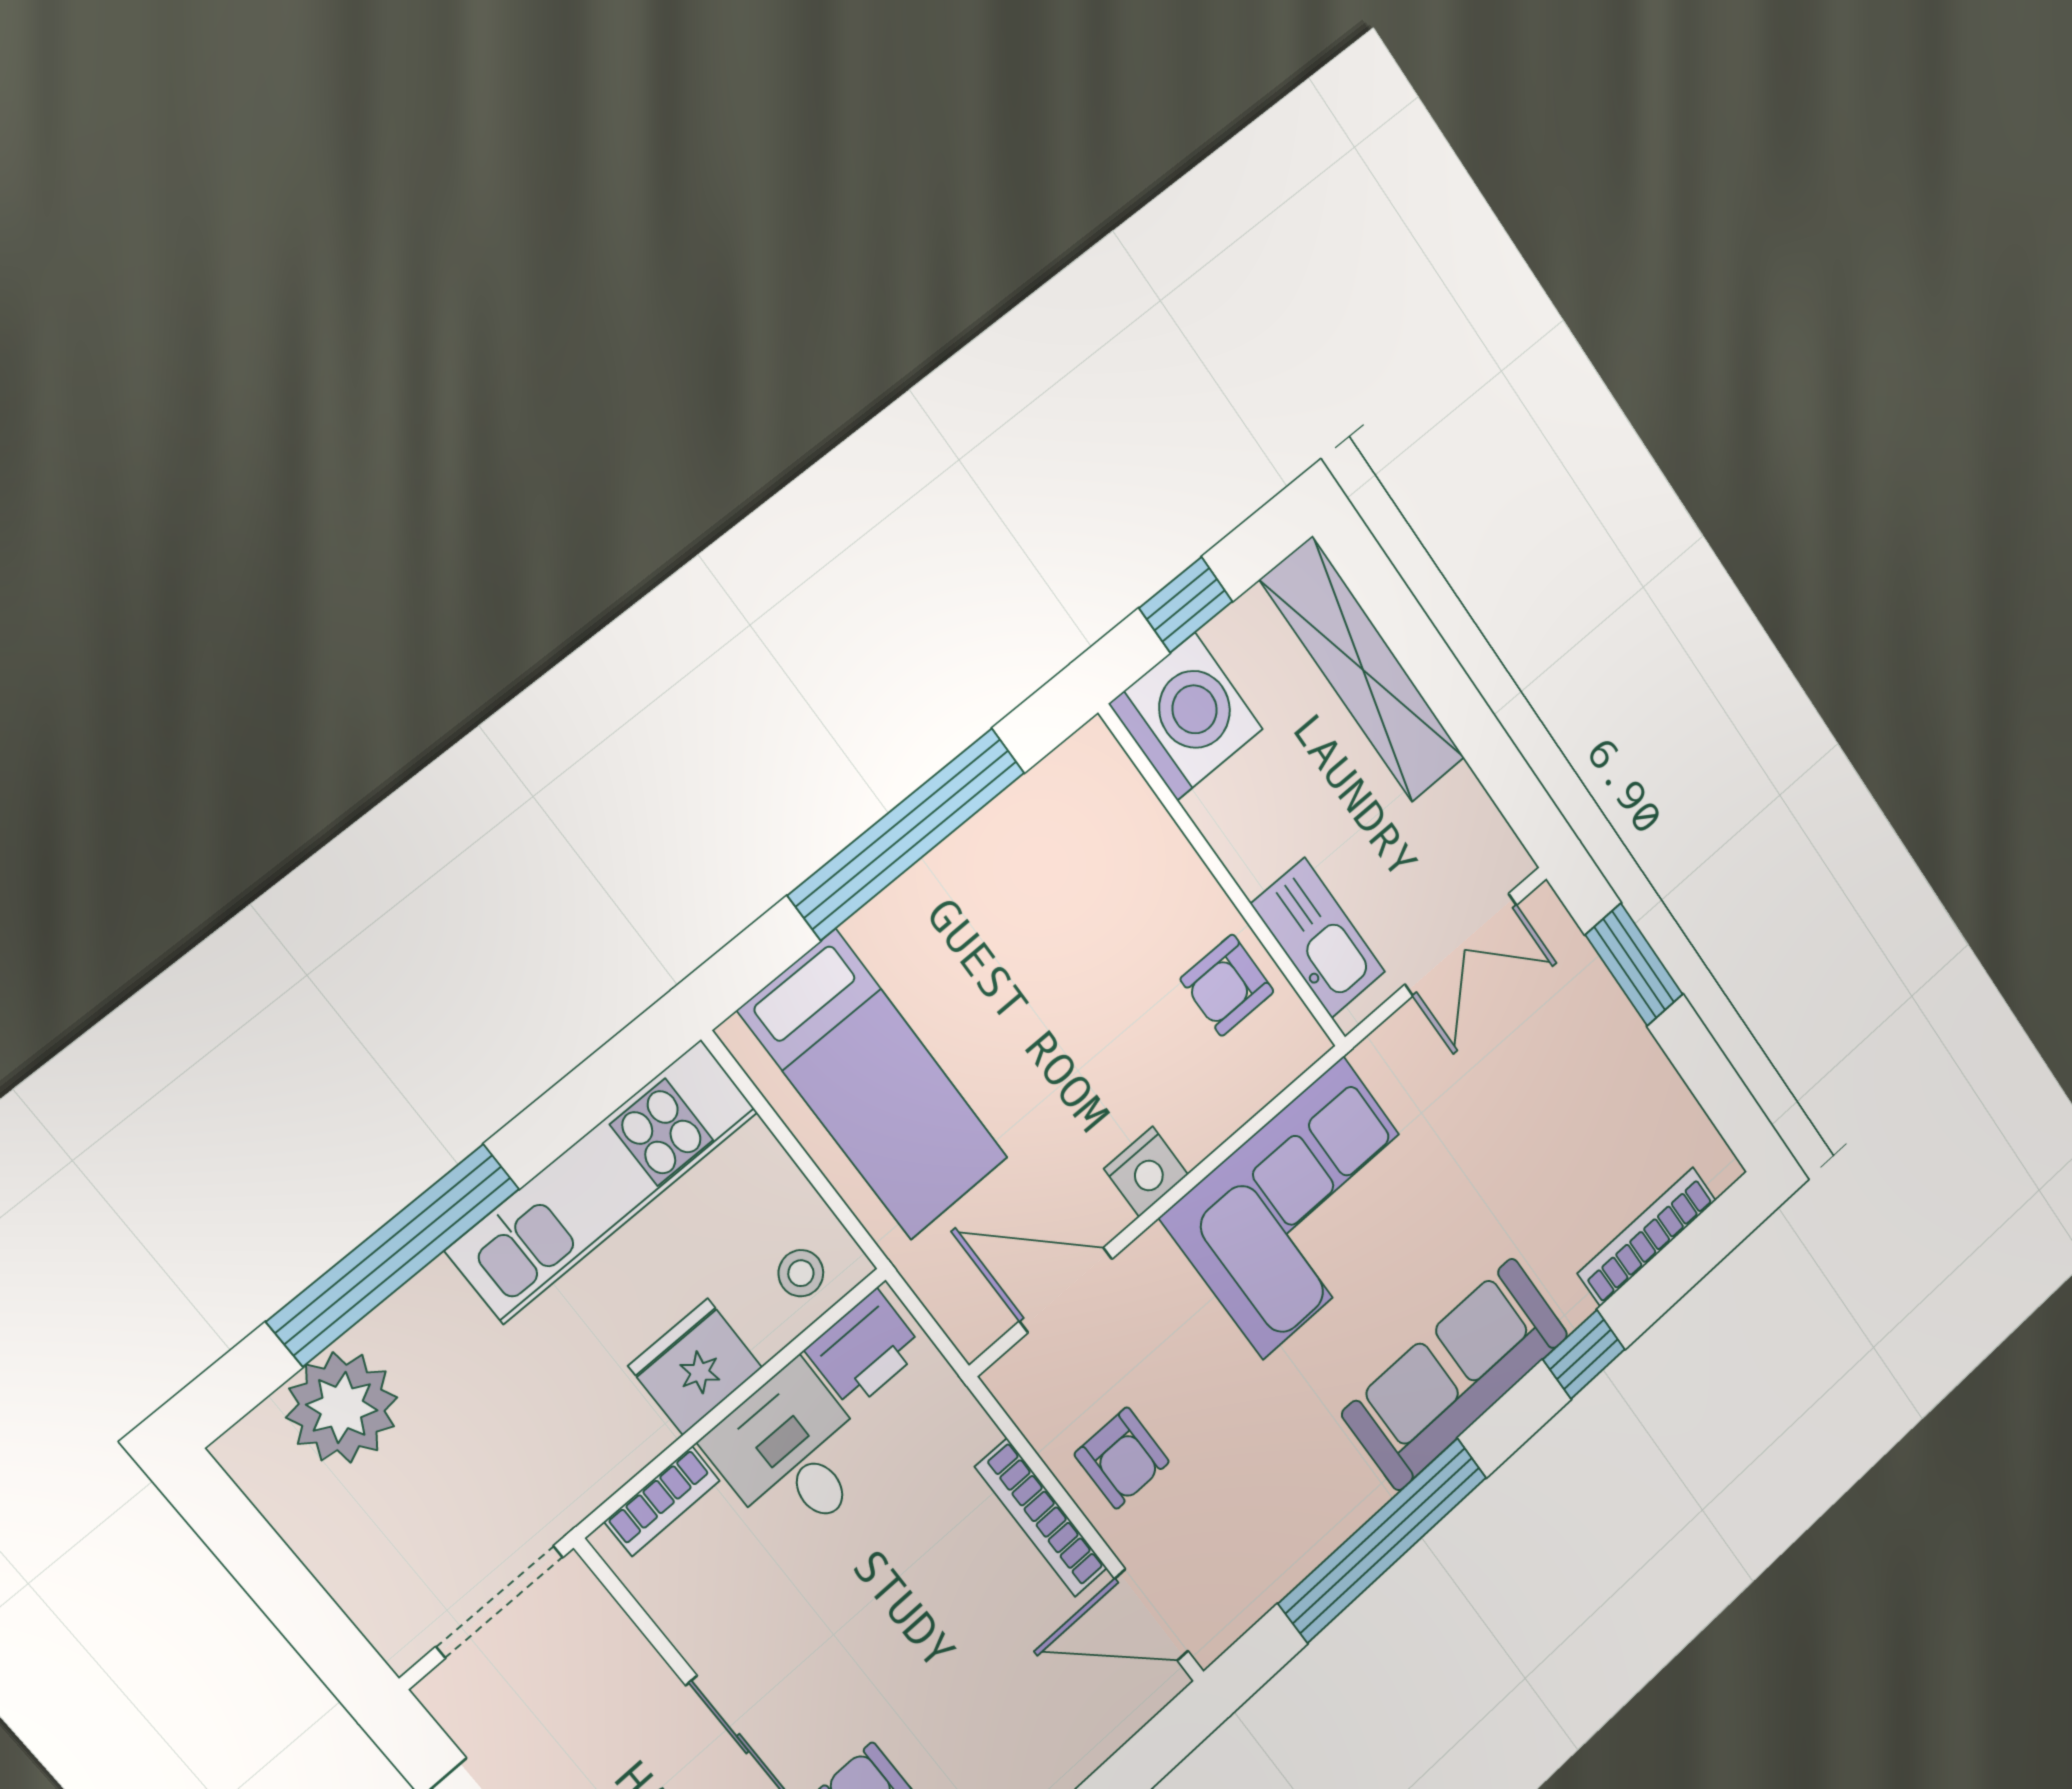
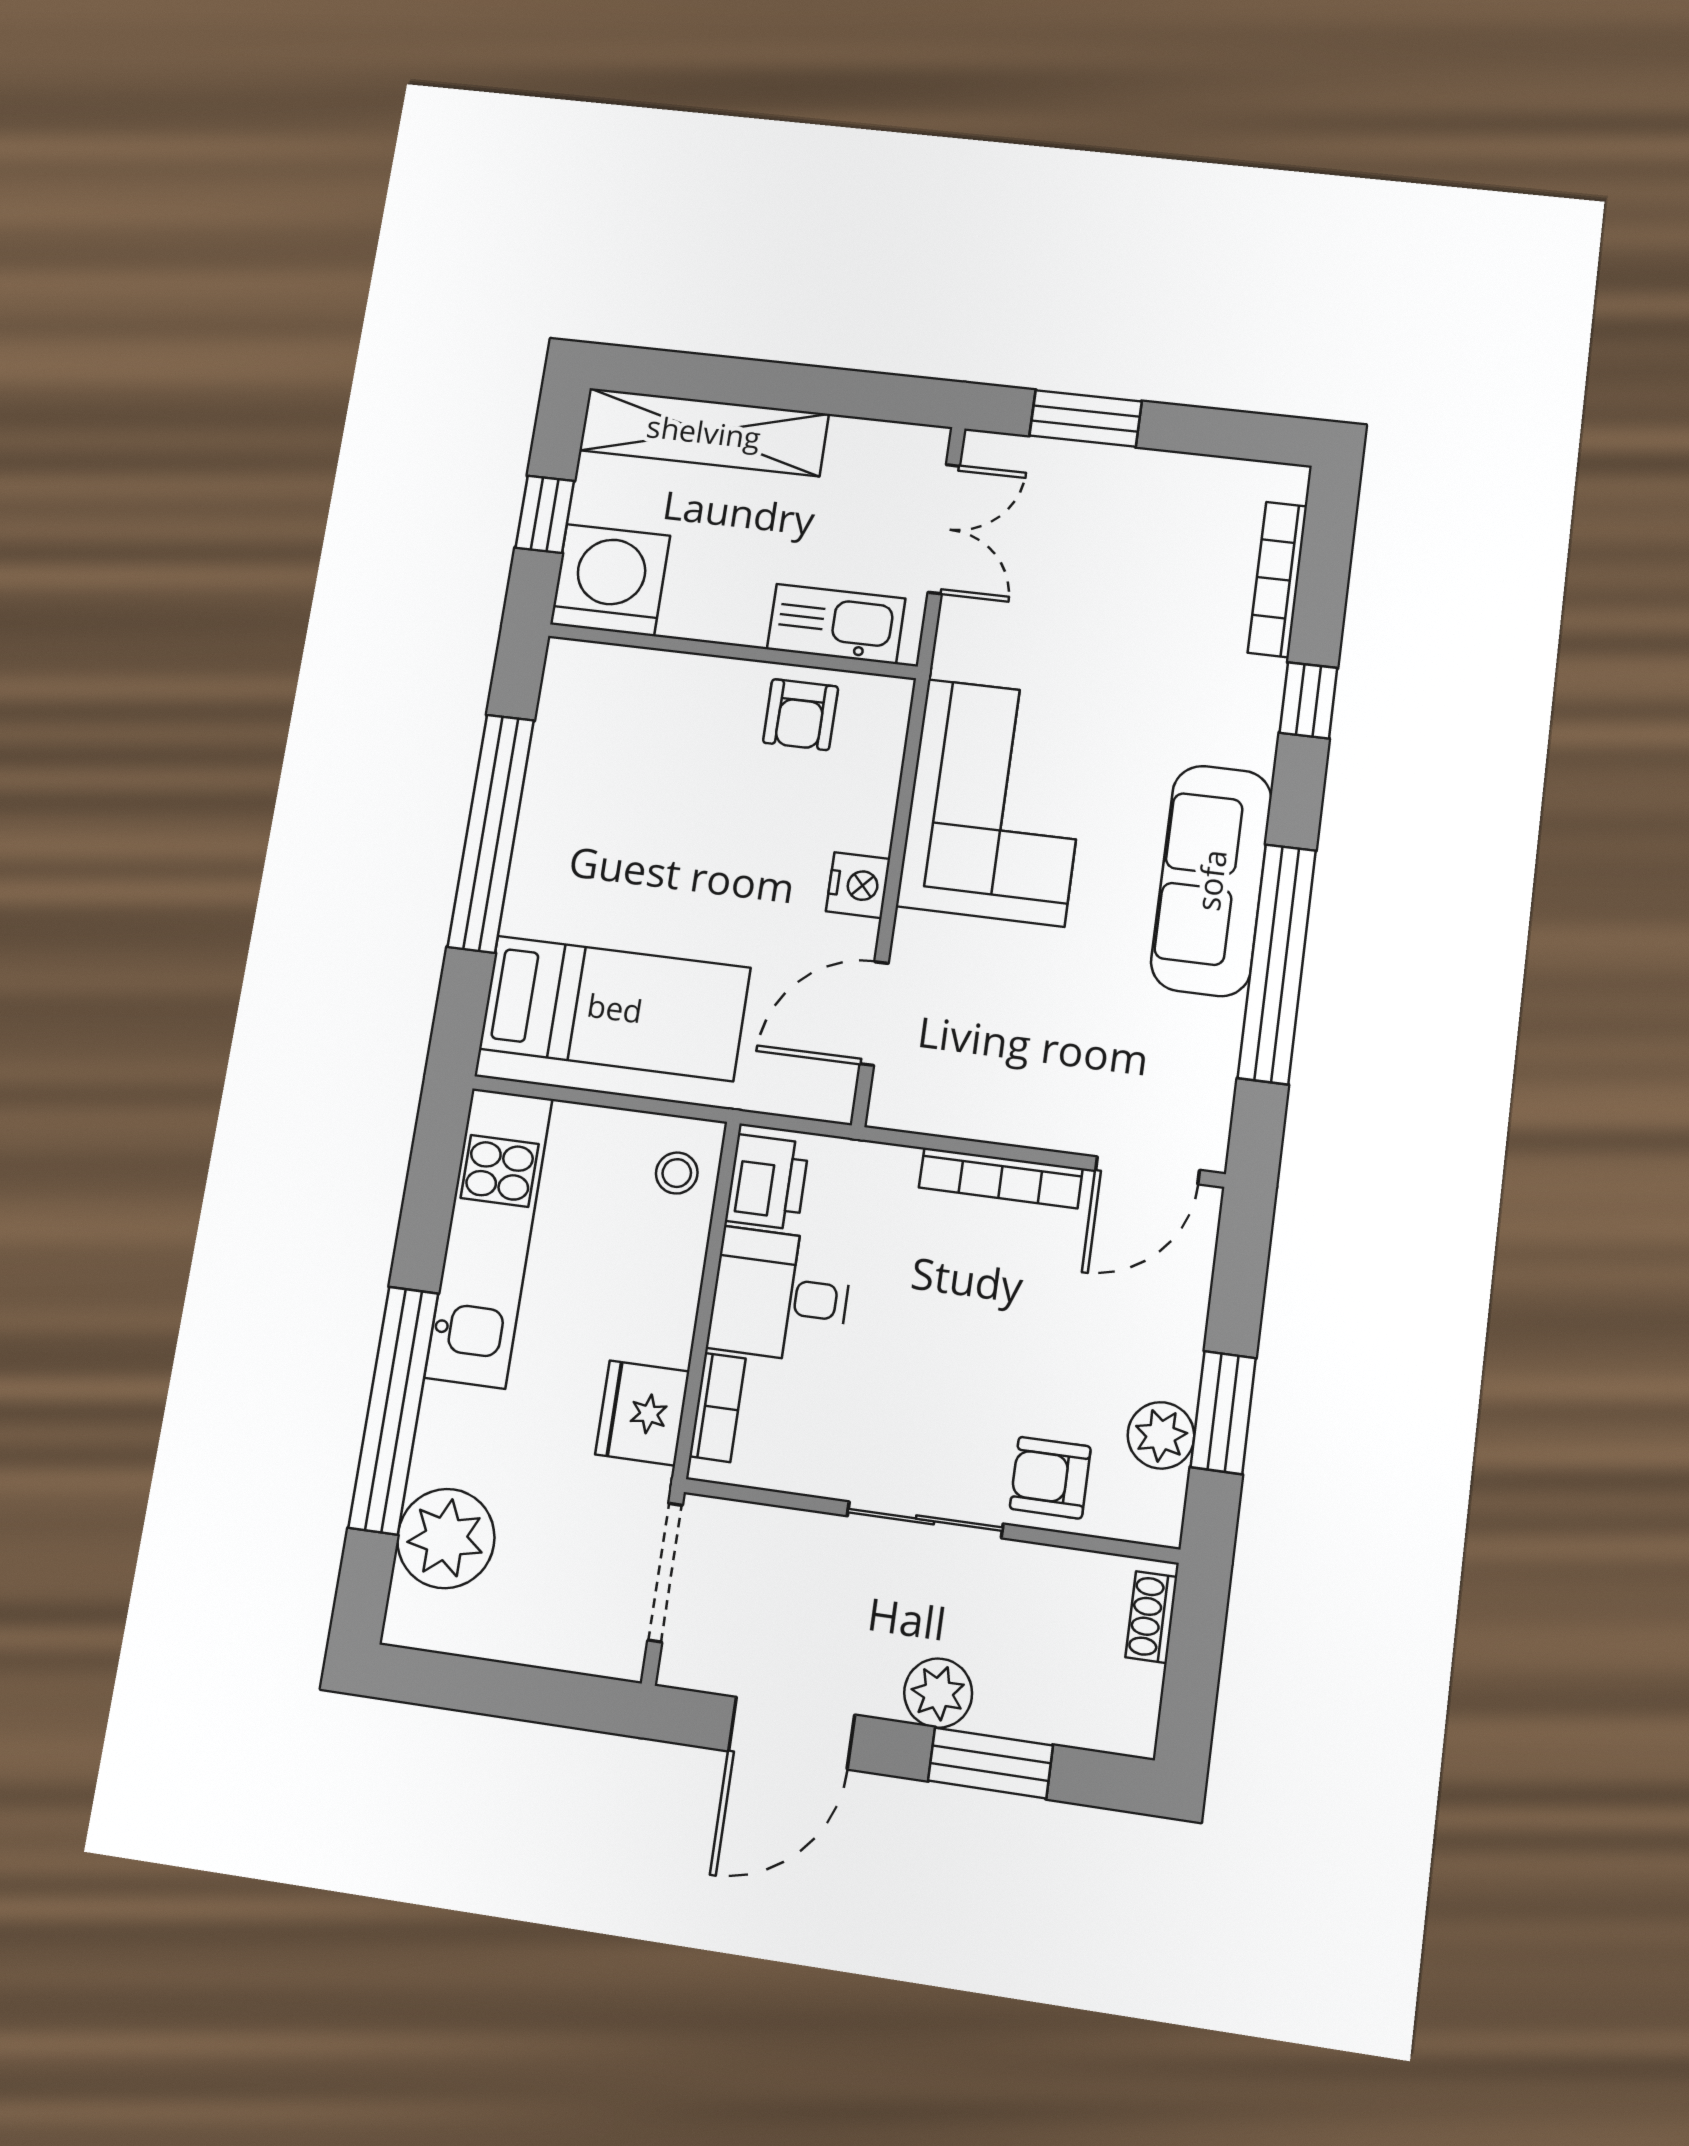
fridge: (695, 1367) -> (642, 1413), moved
sofa: (1456, 1374) -> (1211, 880), moved
armchair: (1122, 1458) -> (1022, 1086), removed

